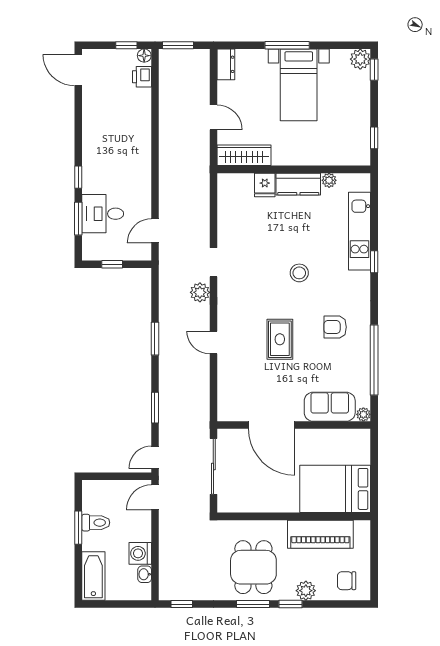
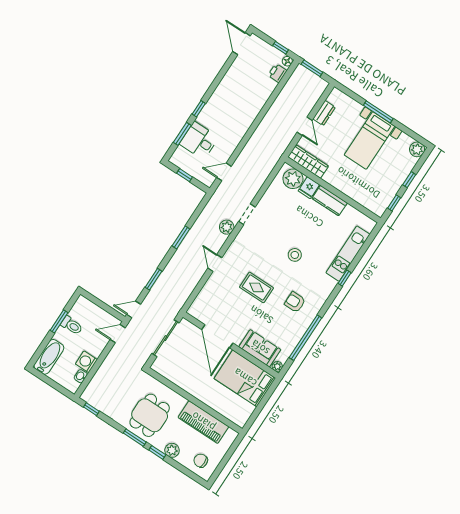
dresser: (226, 64) -> (324, 113), moved
window: (374, 70) -> (409, 180), moved
plant: (329, 180) -> (293, 179), moved, width x1.88, depth x1.88
rug: (280, 339) -> (256, 287), turned 90
bed: (335, 489) -> (245, 378), moved

